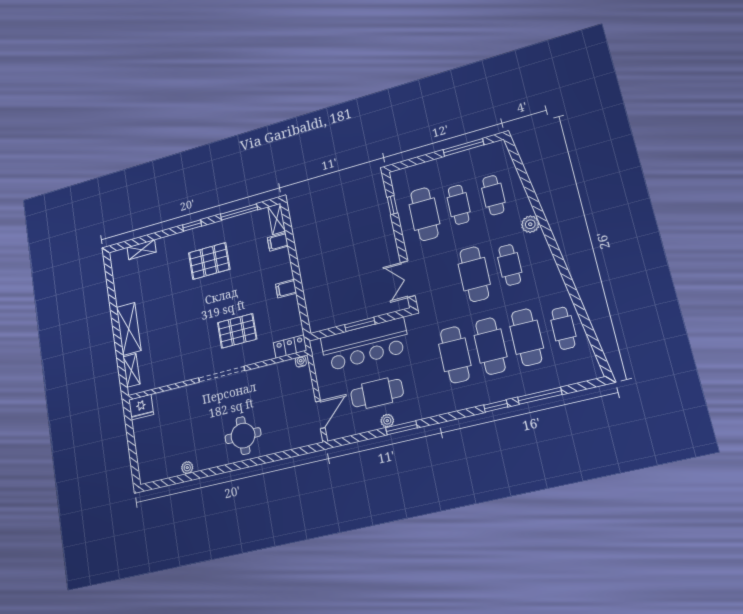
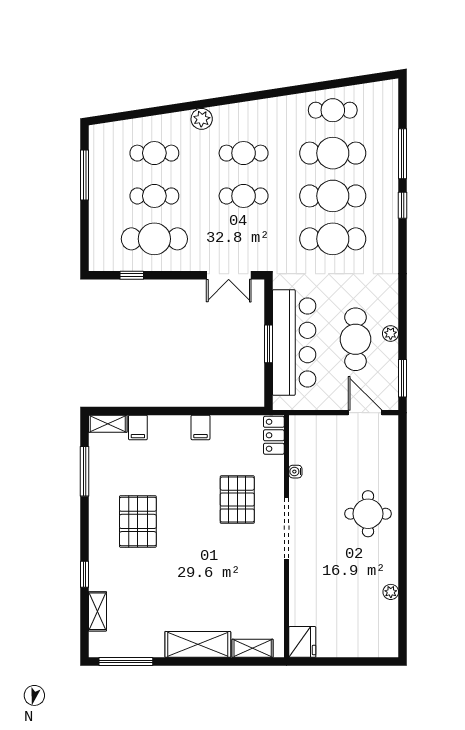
window: (192, 225) -> (85, 574), moved
cafe table: (474, 274) -> (244, 196), width x0.73, depth x0.74
window: (110, 280) -> (126, 662), added
water cooler: (301, 362) -> (295, 472), moved
window: (401, 428) -> (403, 378), moved

